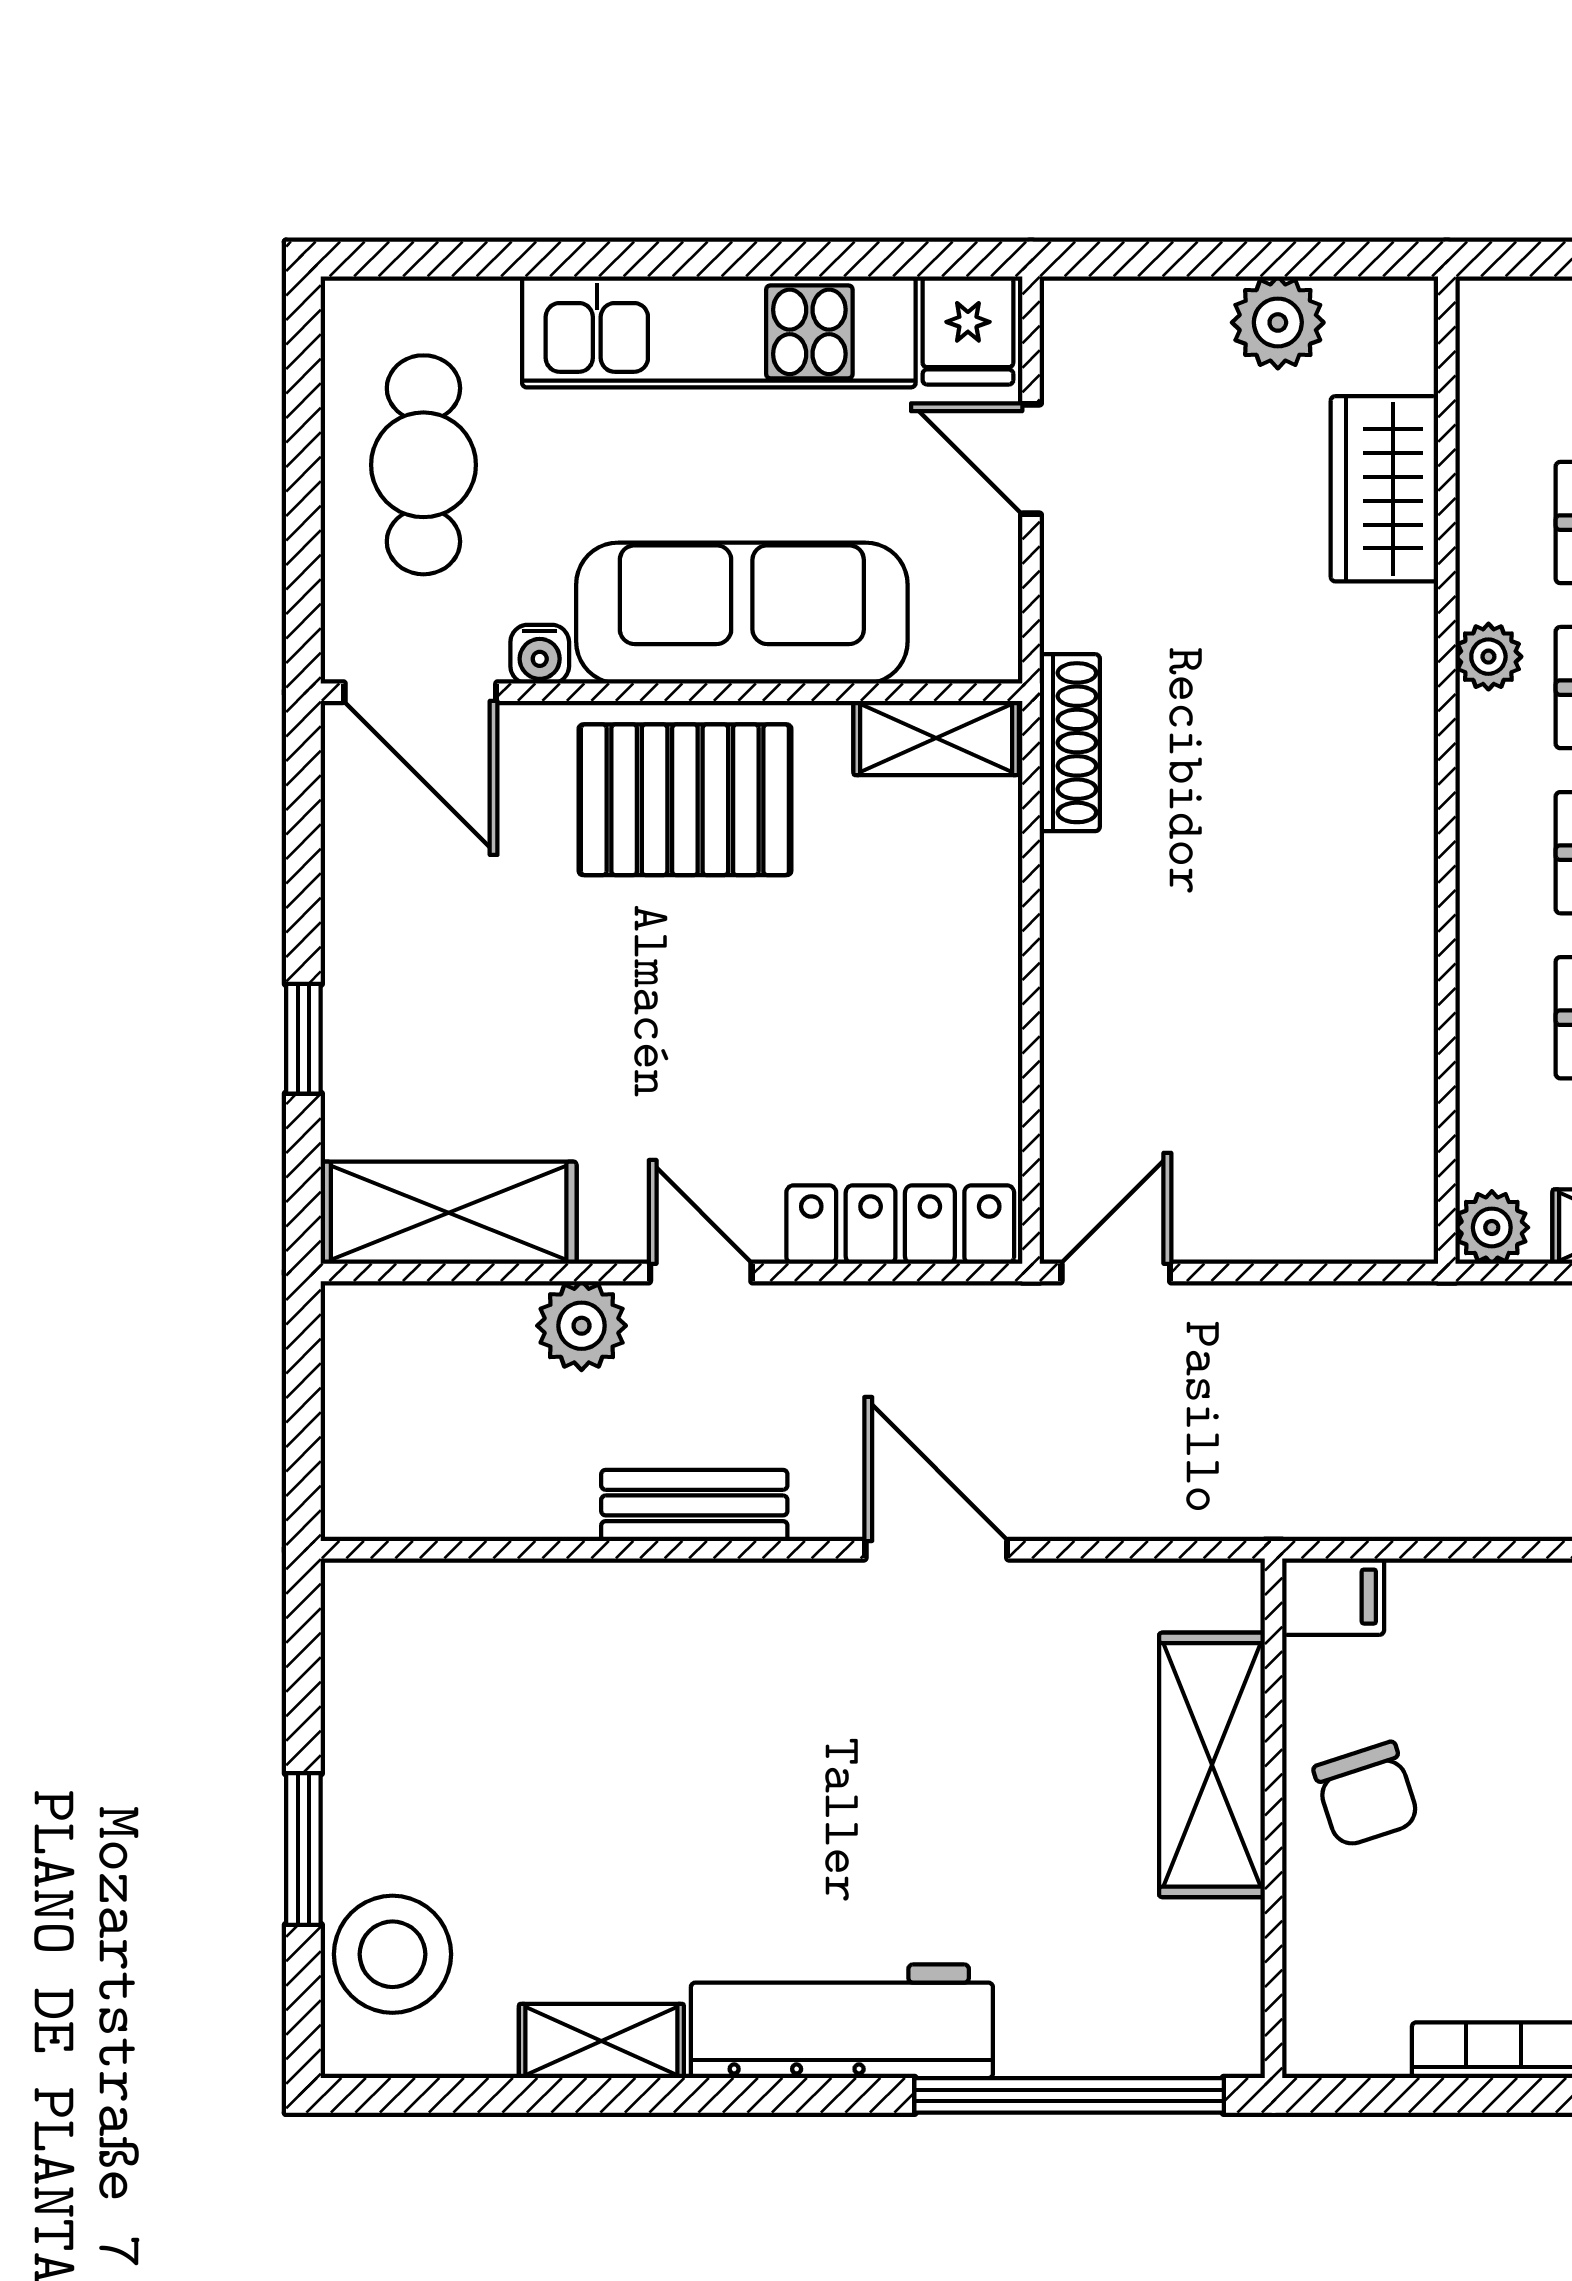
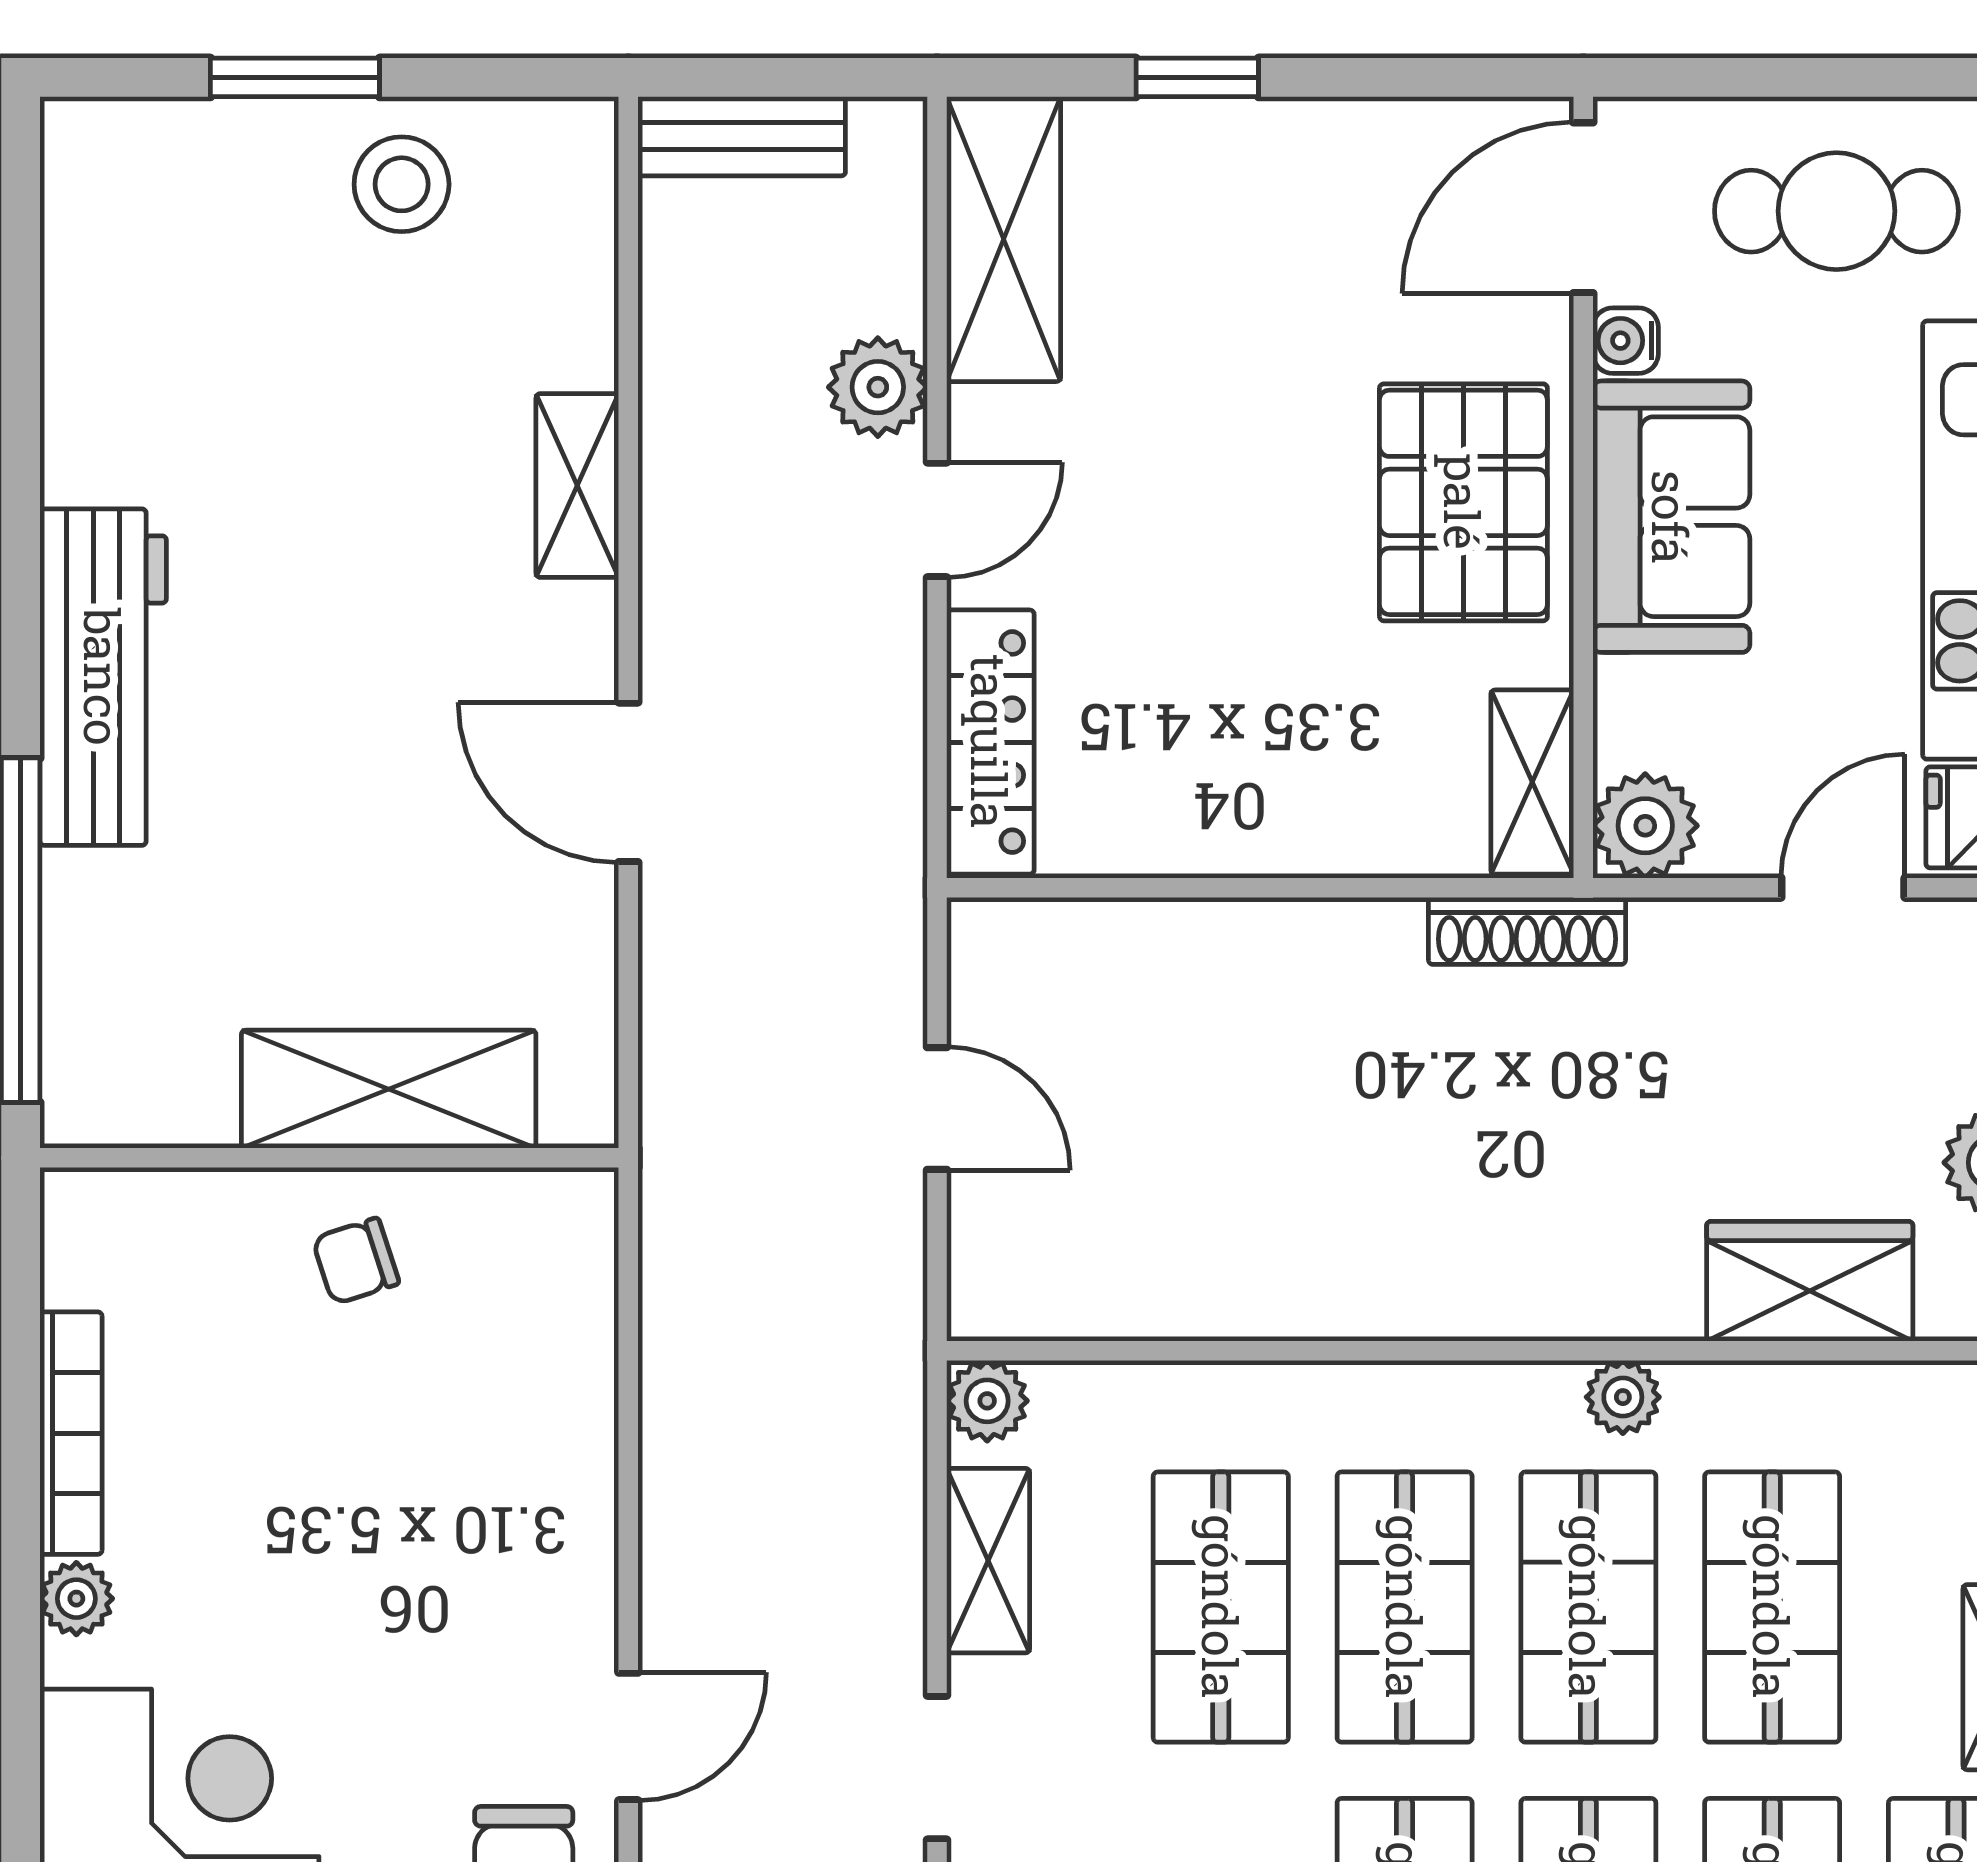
sofa: (742, 613) -> (1671, 517), width x0.73
plant: (975, 637) -> (1645, 826), added
door: (1116, 1272) -> (937, 1109), moved
bench: (694, 1505) -> (742, 136), moved, turned 90
door: (936, 1550) -> (628, 782), swing flipped
filing cabinet: (1333, 1597) -> (576, 1224), removed
chair: (1366, 1795) -> (356, 1261), width x0.73, depth x0.73
stool: (392, 1954) -> (402, 184), moved, width x0.73, depth x0.73
shelving: (601, 2041) -> (577, 486), moved

